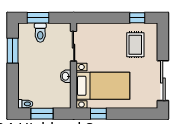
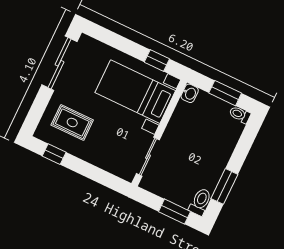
toilet: (40, 33) -> (200, 202), moved
rug: (135, 45) -> (72, 122), turned 90
washbasin: (66, 76) -> (190, 93), moved

